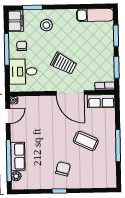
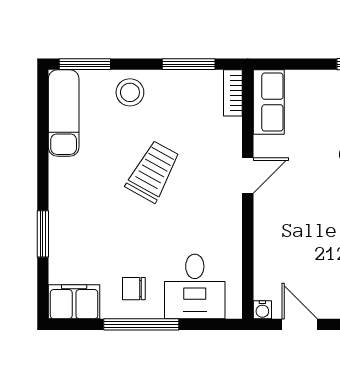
window: (32, 7) -> (43, 234), moved
stool: (46, 25) -> (130, 92), moved
window: (116, 36) -> (85, 64), moved
trolley: (64, 64) -> (153, 171), moved
door: (70, 93) -> (248, 176), width x0.53

